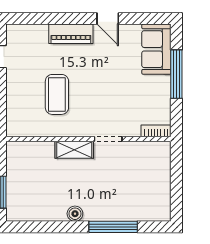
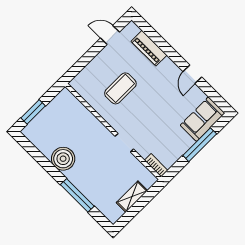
piano: (71, 34) -> (149, 48), moved
shelving: (74, 150) -> (132, 197), moved, turned 90
boiler: (75, 214) -> (63, 159), width x1.86, depth x1.86

